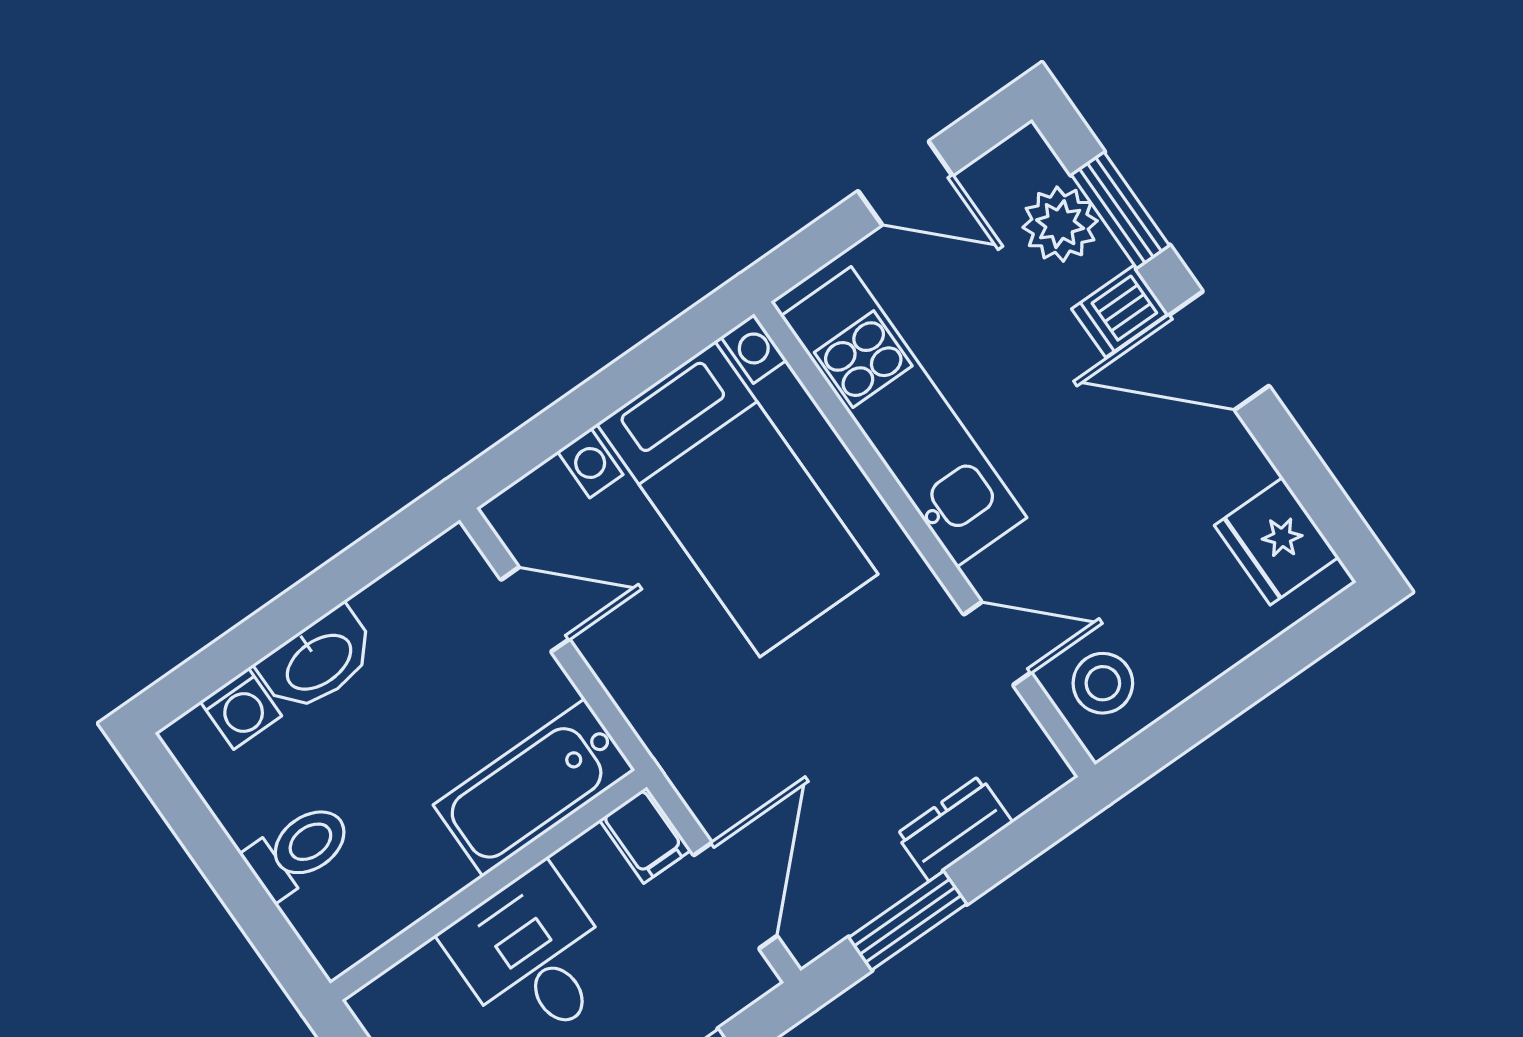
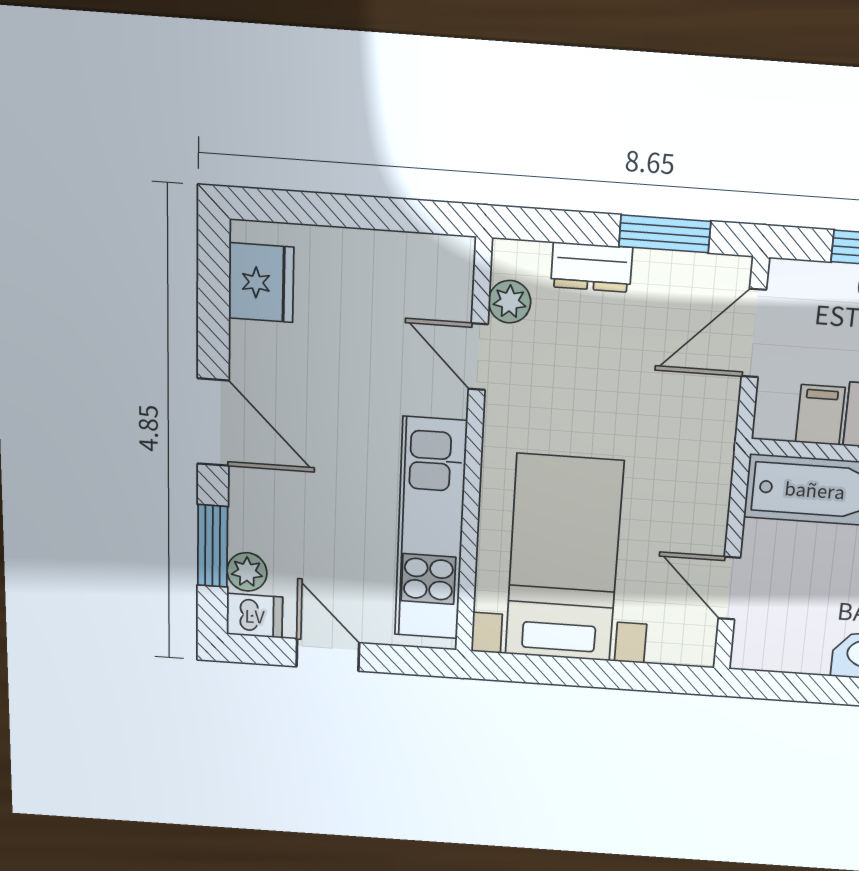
plant: (1060, 224) -> (247, 572), width x0.73, depth x0.73
dishwasher: (1120, 311) -> (255, 616), moved
stool: (1103, 683) -> (433, 282), removed
plant: (1010, 726) -> (510, 302), added
filing cabinet: (645, 835) -> (820, 415), moved

